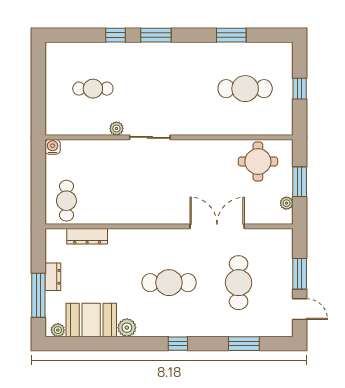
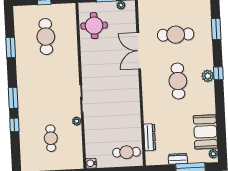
plant: (127, 328) -> (208, 76), moved

